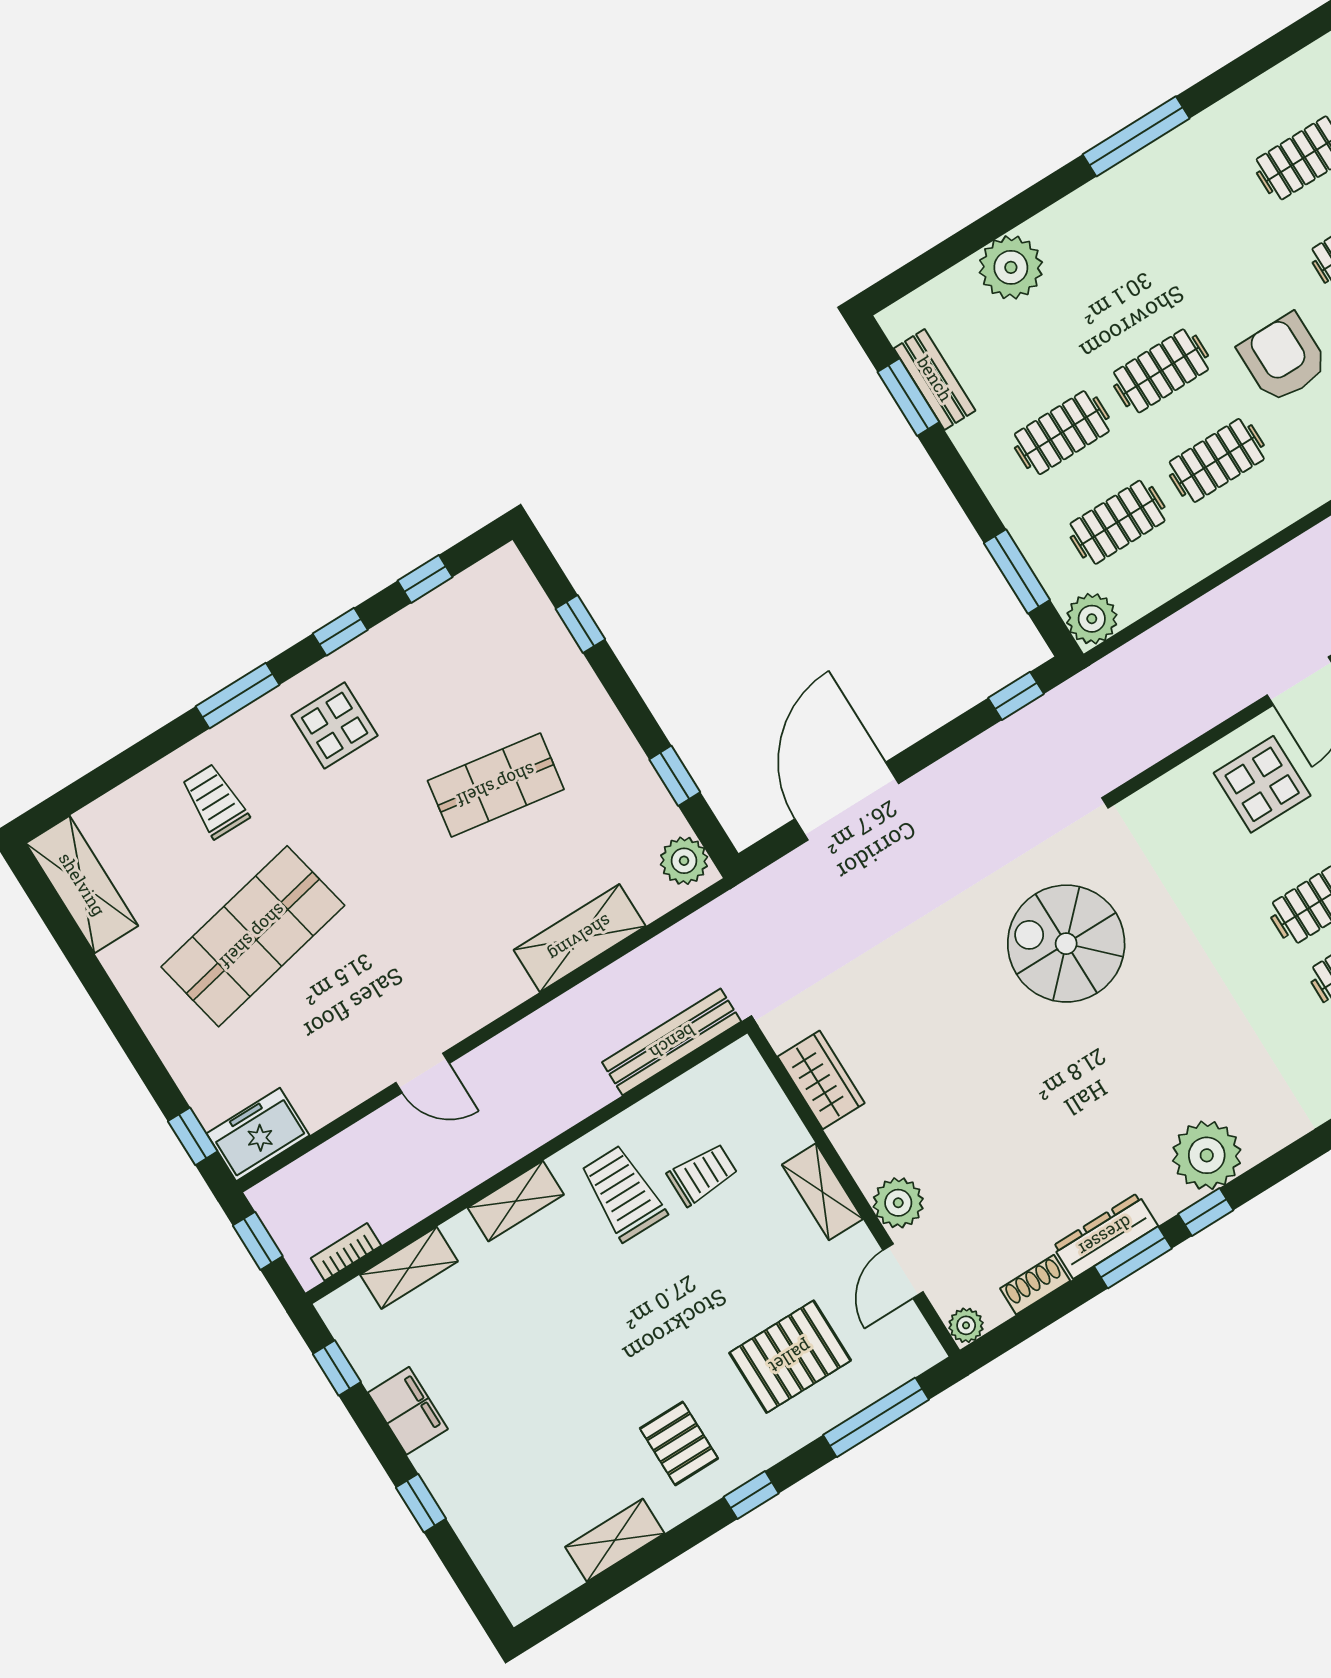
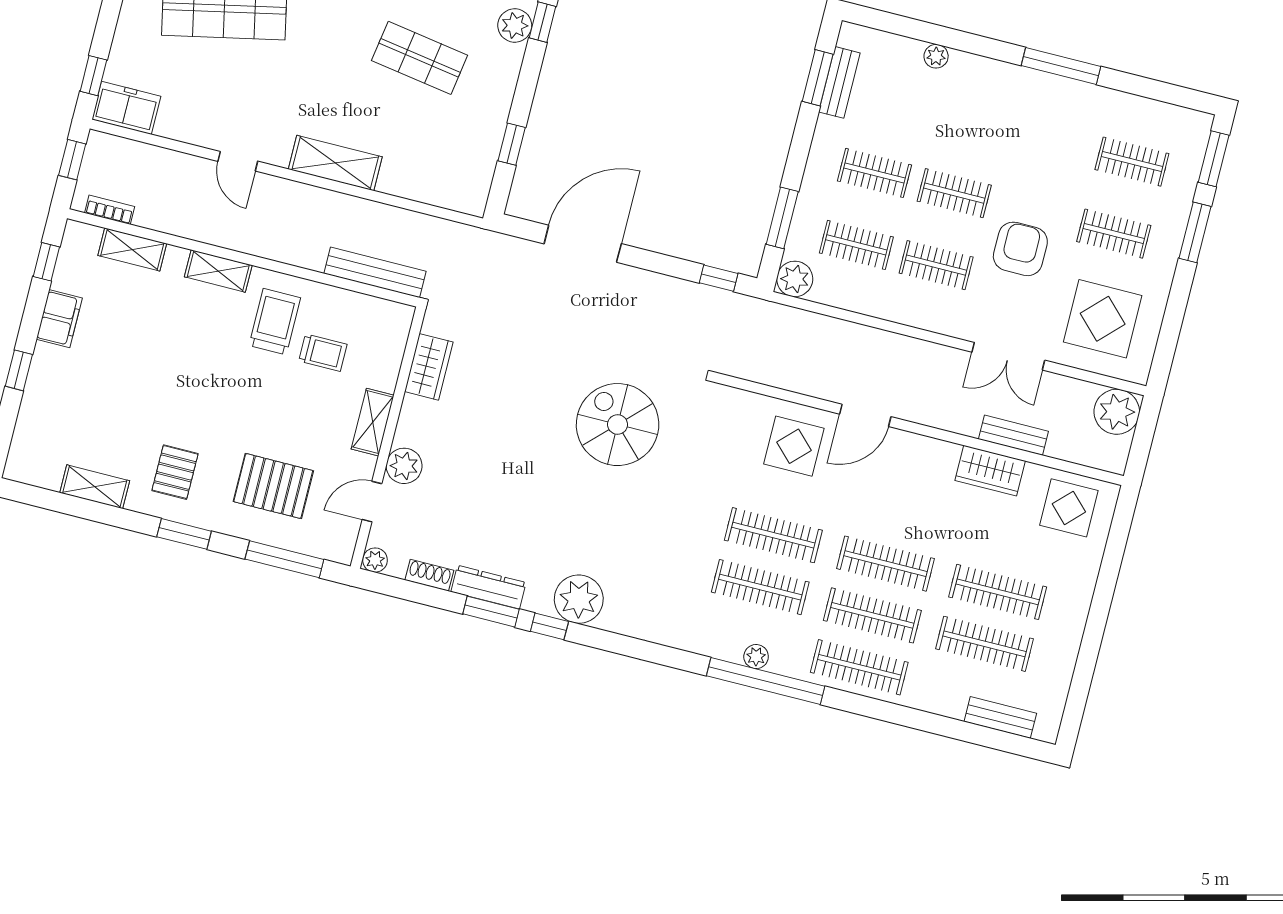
plant: (1011, 267) -> (936, 56), width x0.53, depth x0.53
plant: (684, 861) -> (515, 26), moved
shelving: (580, 938) -> (335, 163), moved
window: (751, 1495) -> (184, 534), width x1.50

